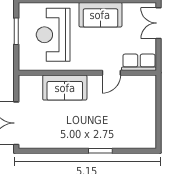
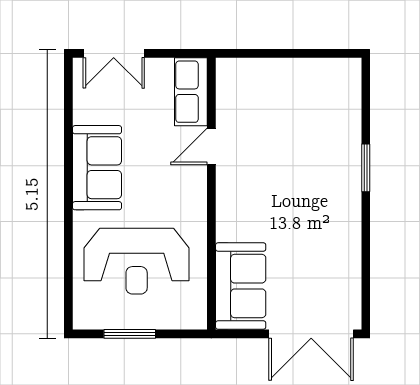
door: (111, 73) -> (211, 146), swing flipped
sofa: (65, 88) -> (241, 286), moved

